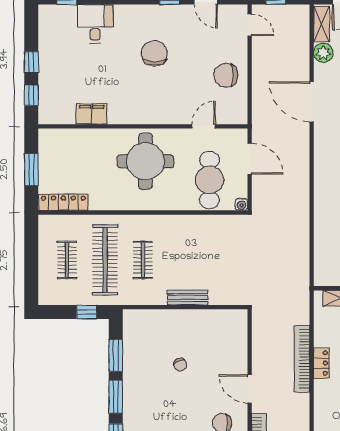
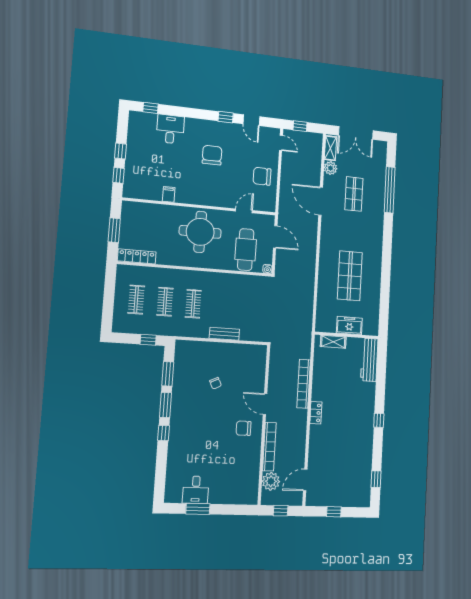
filing cabinet: (92, 114) -> (169, 194), width x0.50
clothes rail: (105, 260) -> (165, 302), width x0.54, depth x0.76
locker: (321, 363) -> (316, 413), moved

